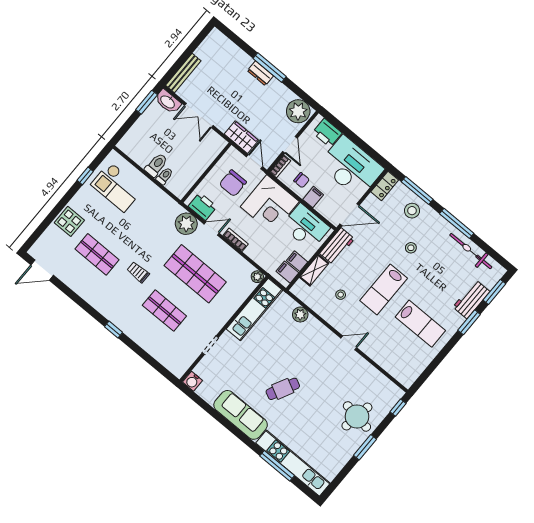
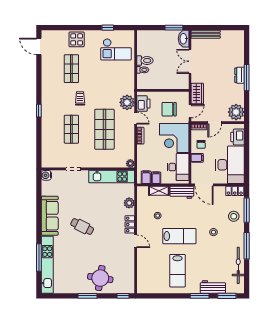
checkout: (117, 187) -> (116, 49), turned -90
lab bench: (384, 289) -> (179, 236), turned 180
locker: (325, 334) -> (130, 224), added

